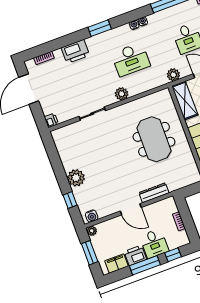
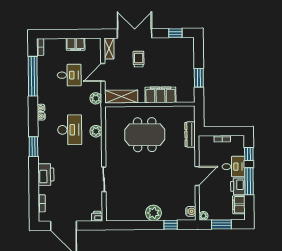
plant: (122, 94) -> (96, 131), moved
dresser: (154, 193) -> (190, 135), moved

